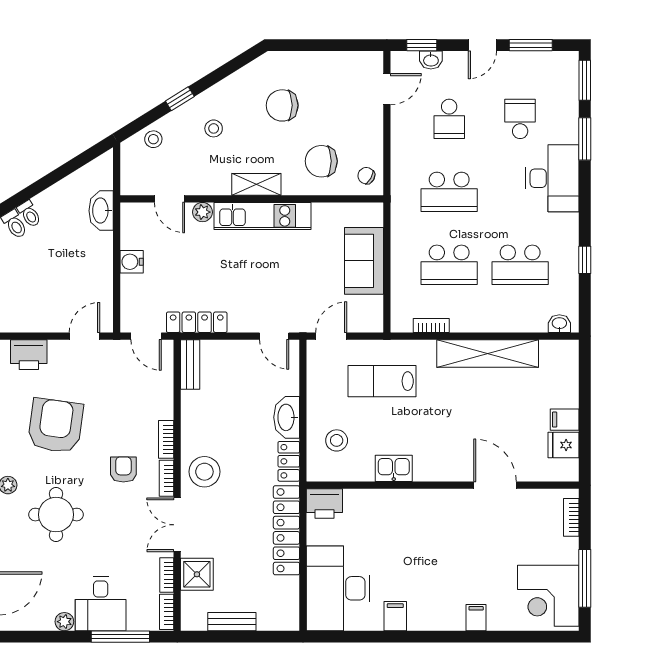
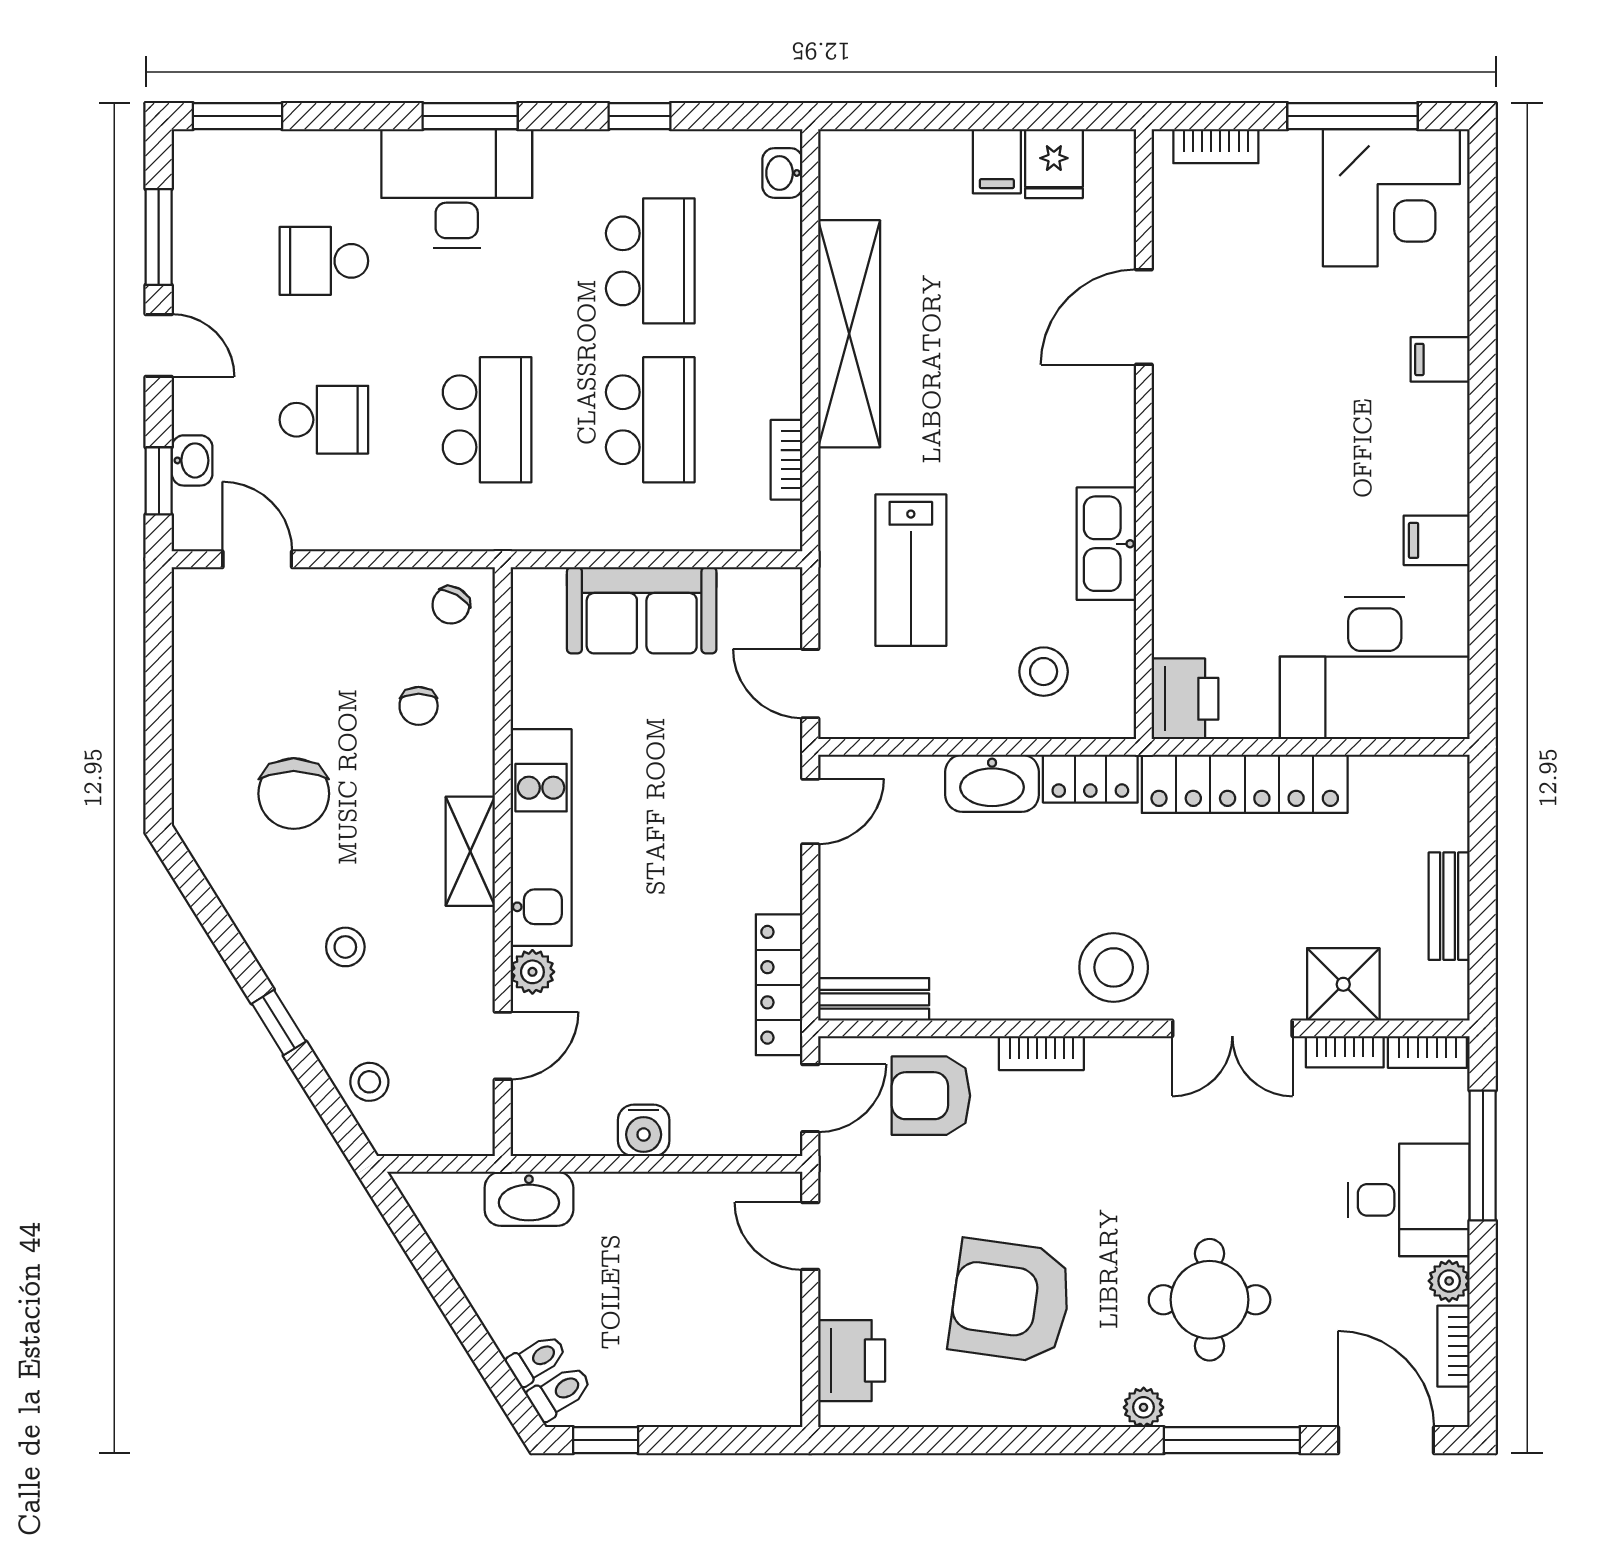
window: (585, 139) -> (470, 116), moved
chair: (321, 161) -> (419, 706), width x0.54, depth x0.54
kitchen sink: (394, 468) -> (1106, 544), width x1.38
armchair: (123, 469) -> (931, 1096), moved, width x1.38, depth x1.38
bookcase: (167, 478) -> (1453, 1346), moved, turned 90

